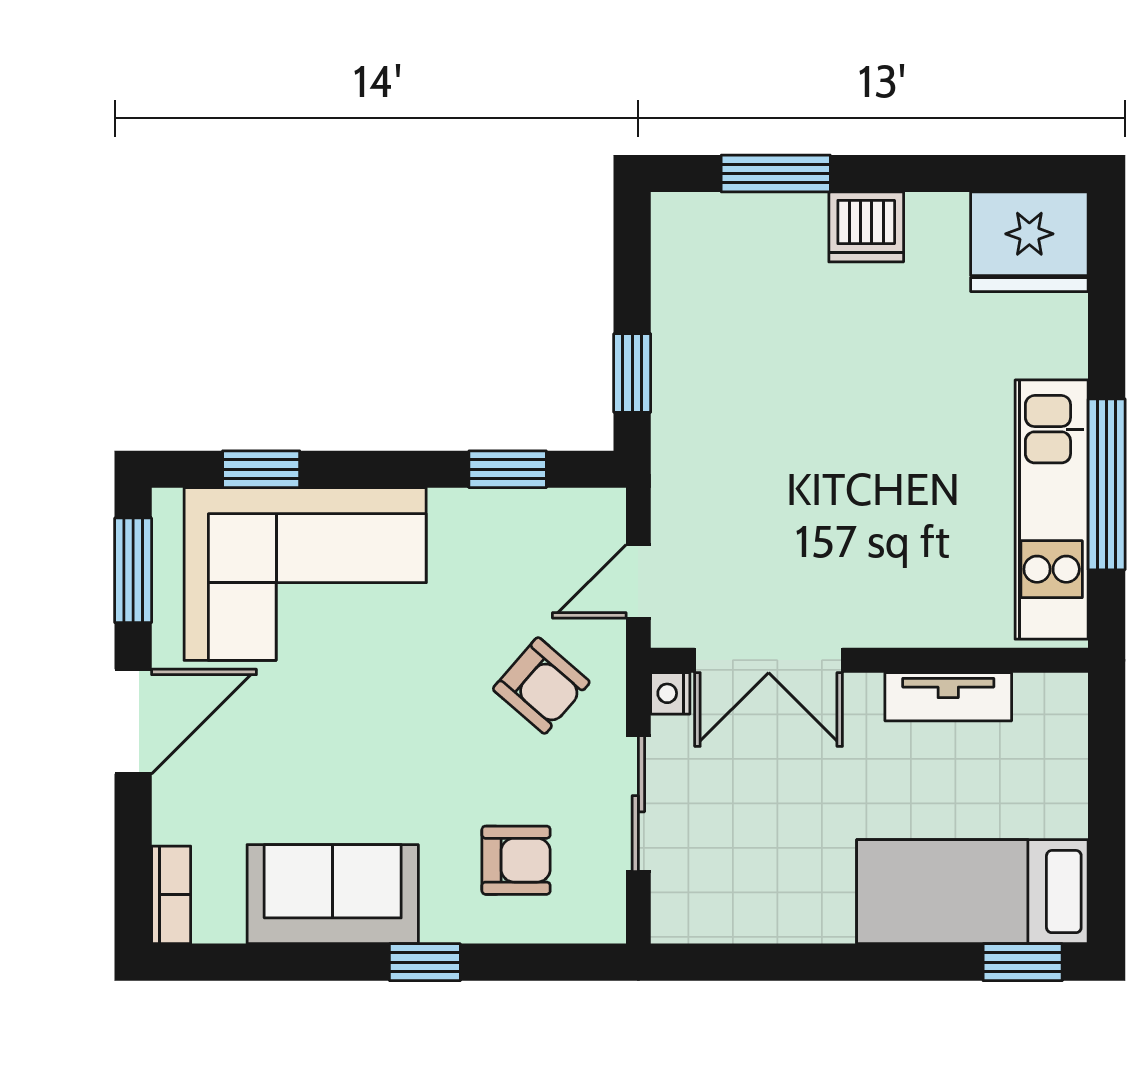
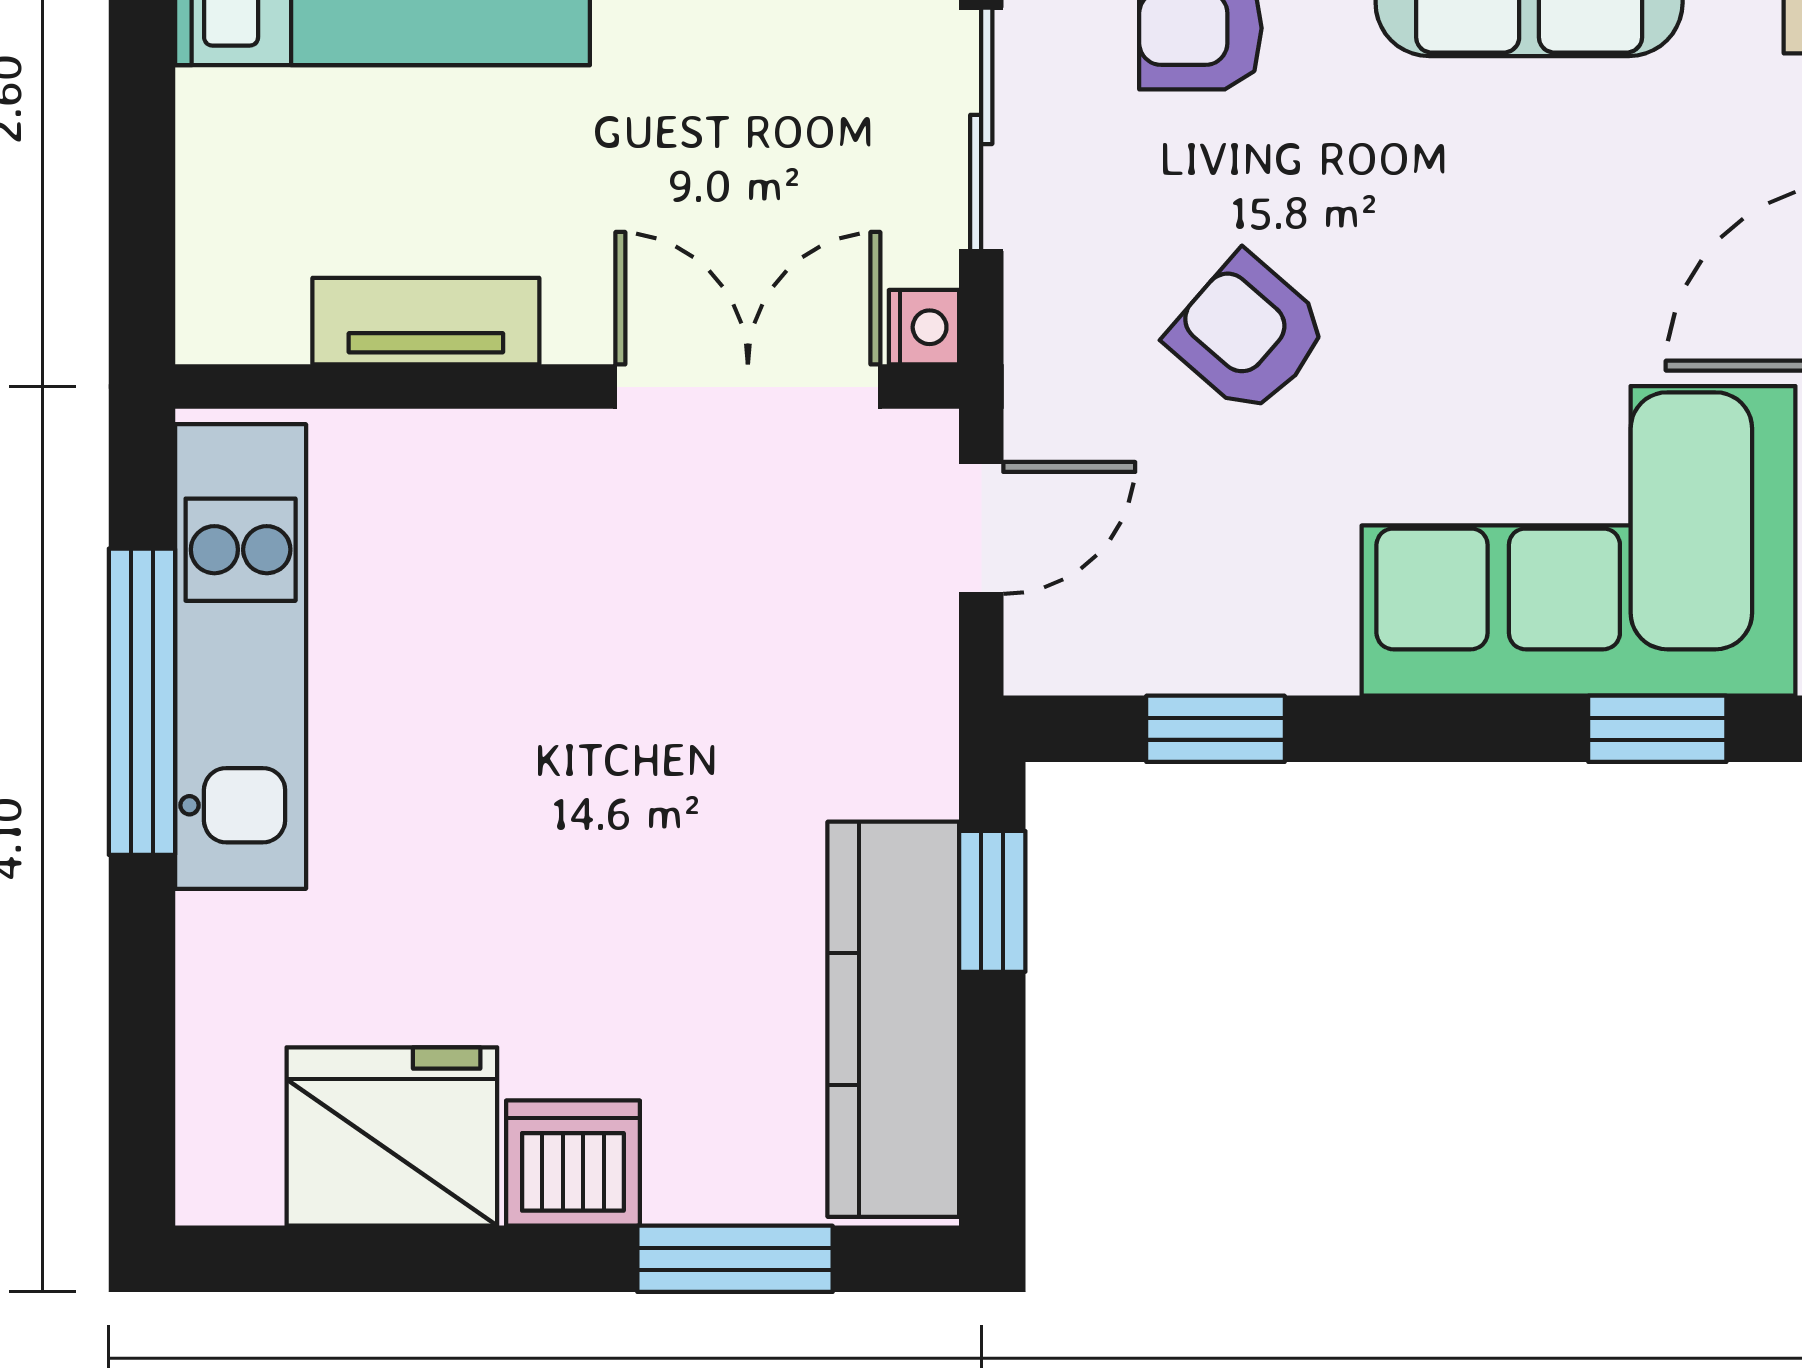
fridge: (1029, 242) -> (392, 1137), moved
kitchen counter: (687, 307) -> (893, 1019), added
armchair: (541, 685) -> (1248, 334), moved

